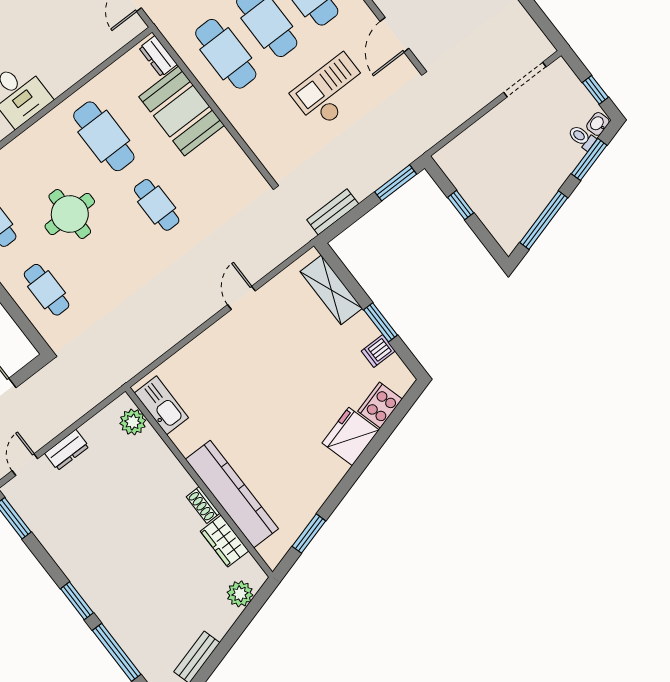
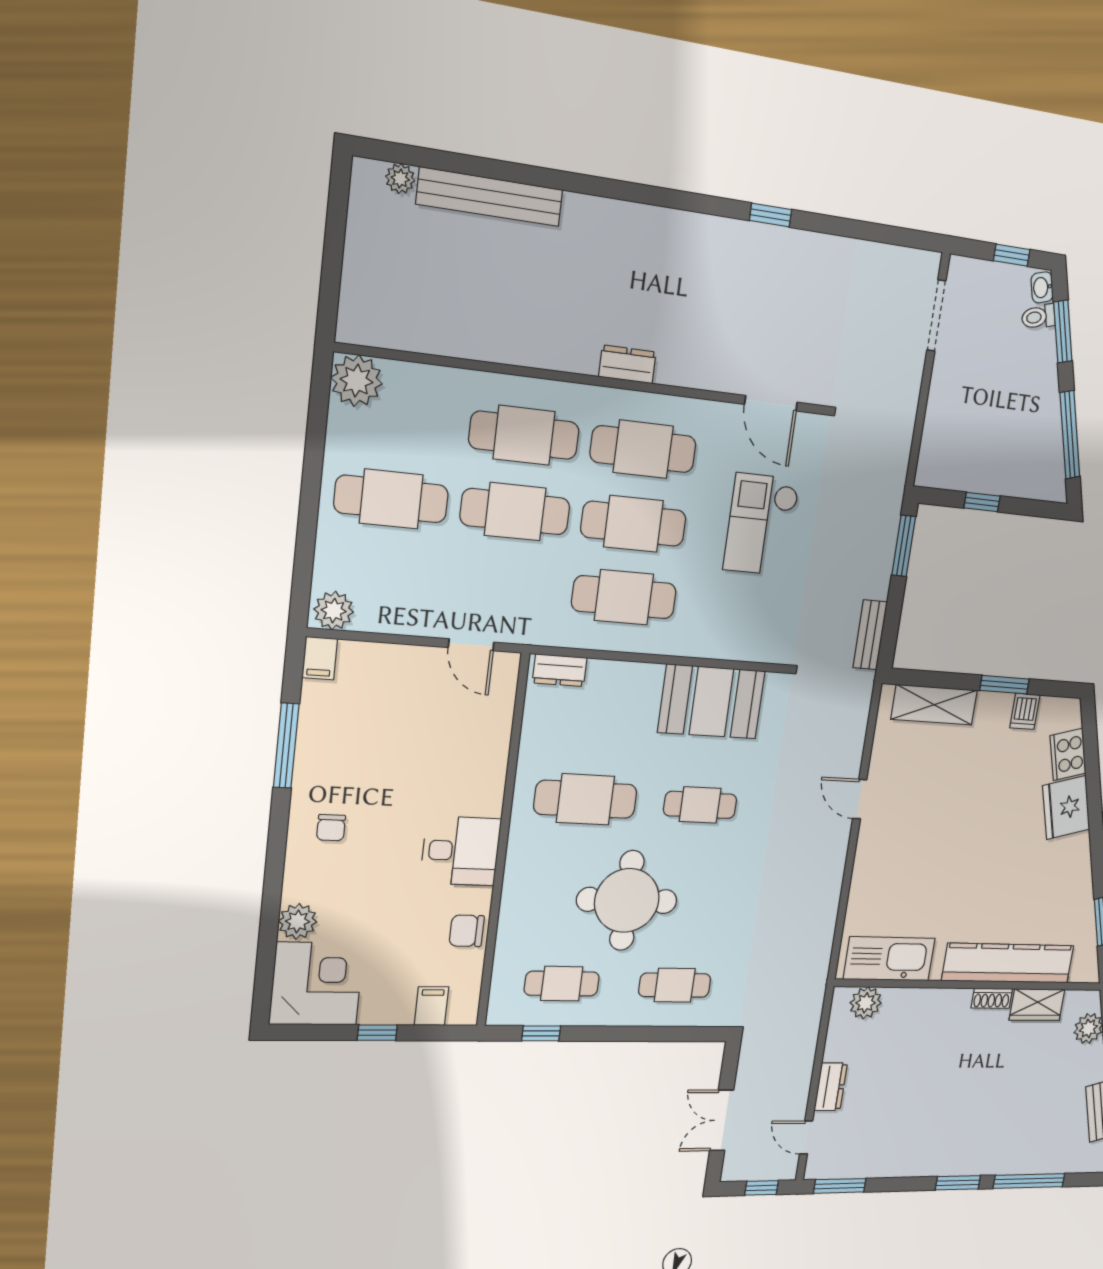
booth: (182, 111) -> (711, 702), moved
round table: (70, 214) -> (627, 900), width x1.36, depth x1.36
kitchen sink: (161, 405) -> (889, 959), width x1.36, depth x1.24

